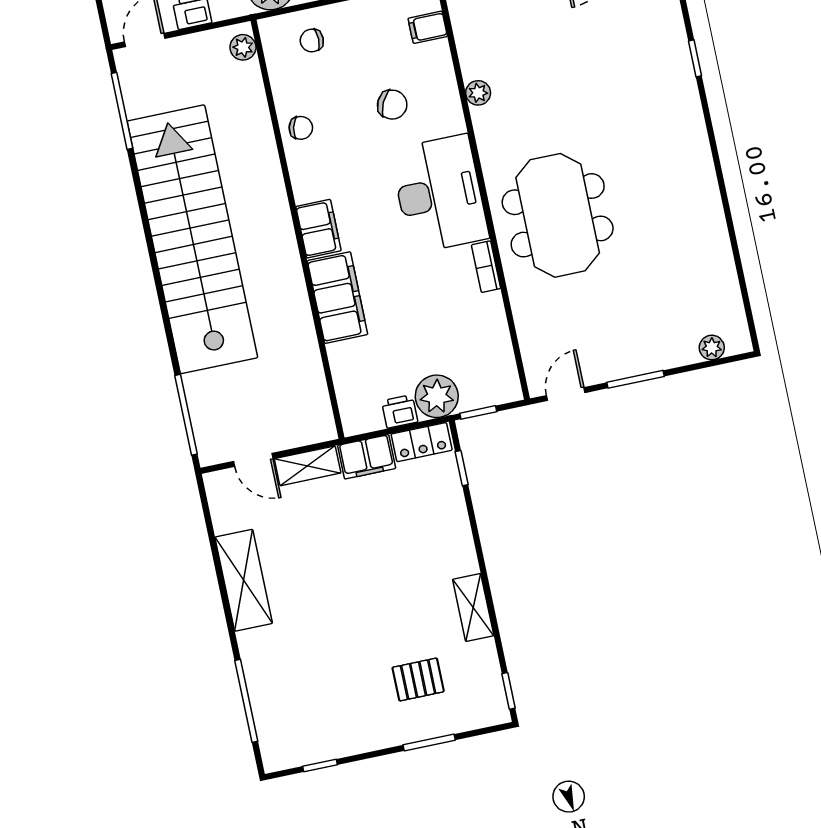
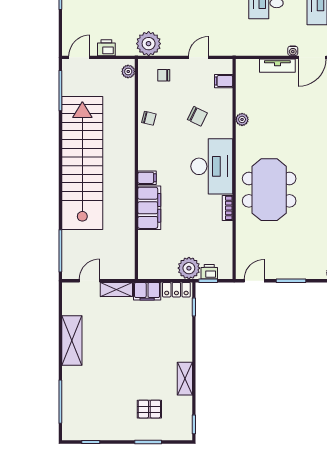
filing cabinet: (318, 229) -> (147, 178), width x0.50
printer: (400, 411) -> (209, 272), moved
door: (253, 460) -> (90, 281), swing flipped

